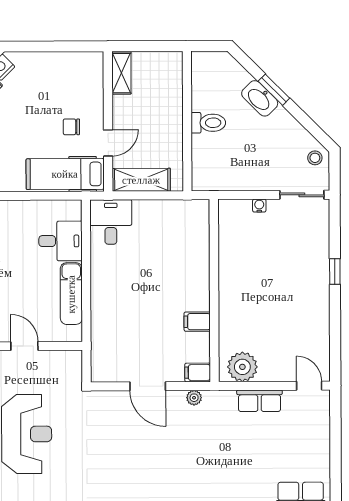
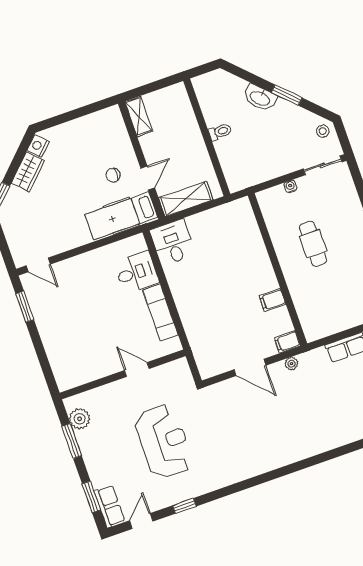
window: (274, 90) -> (287, 95), moved
toilet: (208, 123) -> (220, 132), width x0.73, depth x0.72
cafe table: (262, 276) -> (313, 244), added
plant: (242, 367) -> (323, 324), removed

